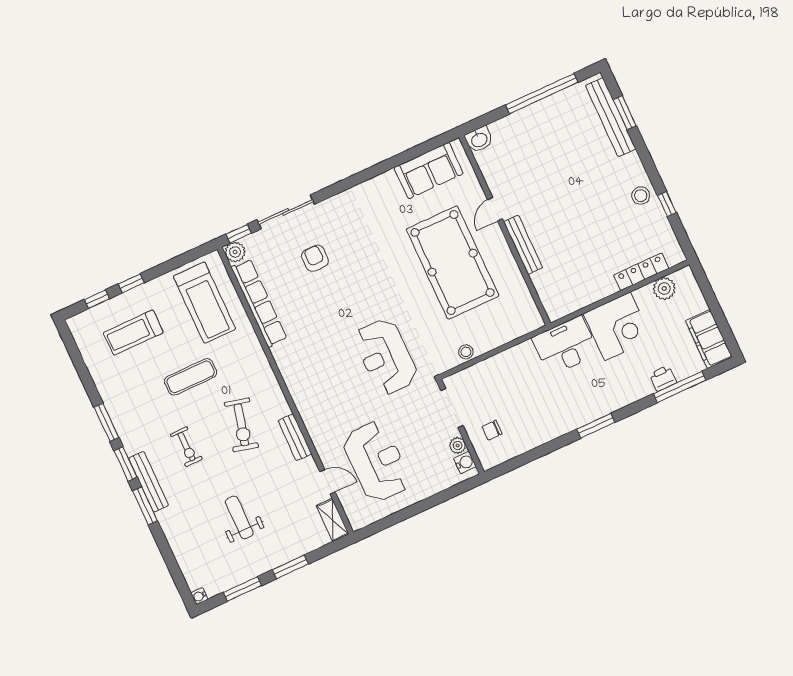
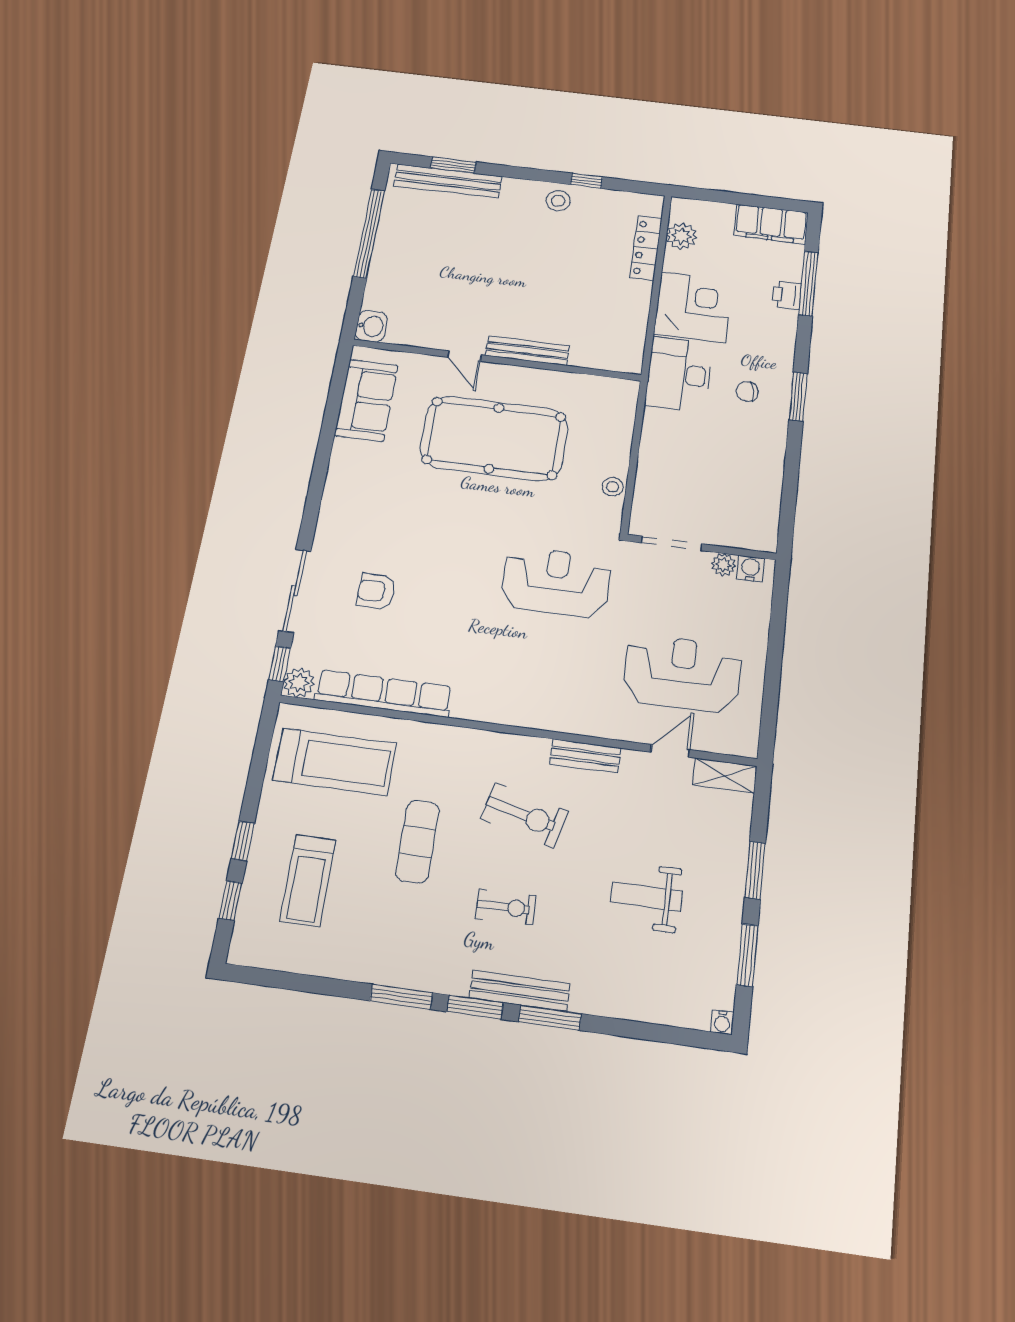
reception desk: (386, 357) -> (556, 582), turned 180
chair: (492, 430) -> (747, 391), moved, turned 80

